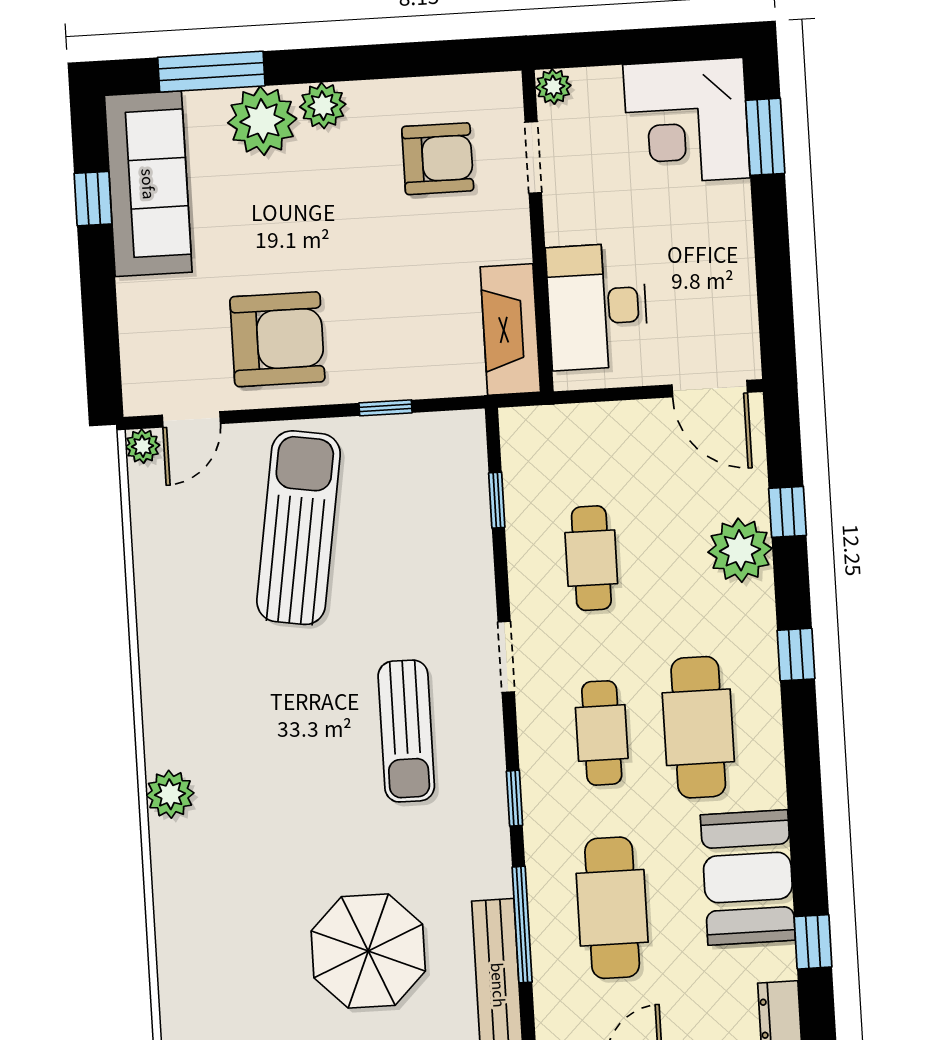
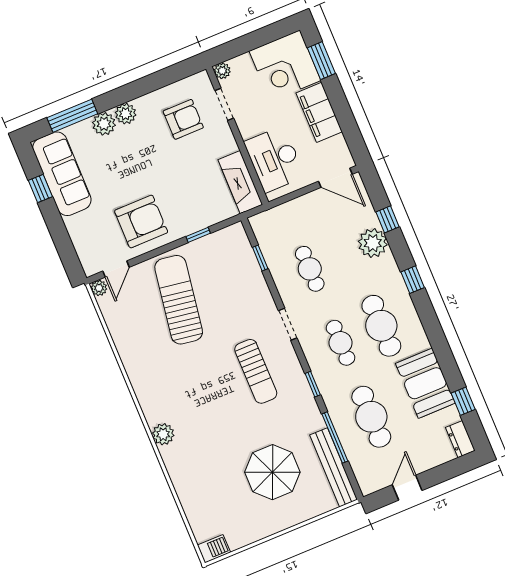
plant: (262, 121) -> (104, 124), width x0.73, depth x0.73
filing cabinet: (723, 242) -> (319, 112), added

